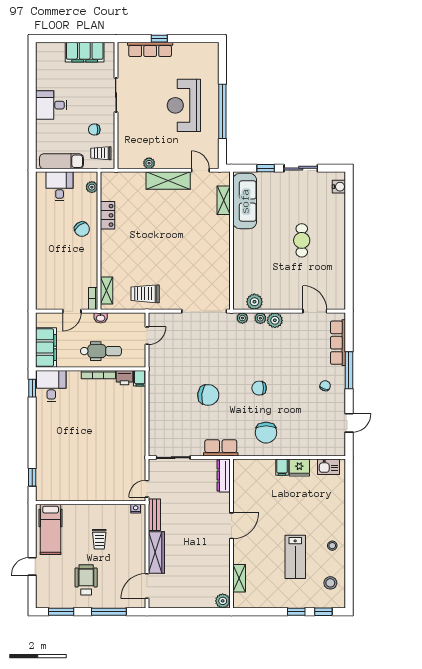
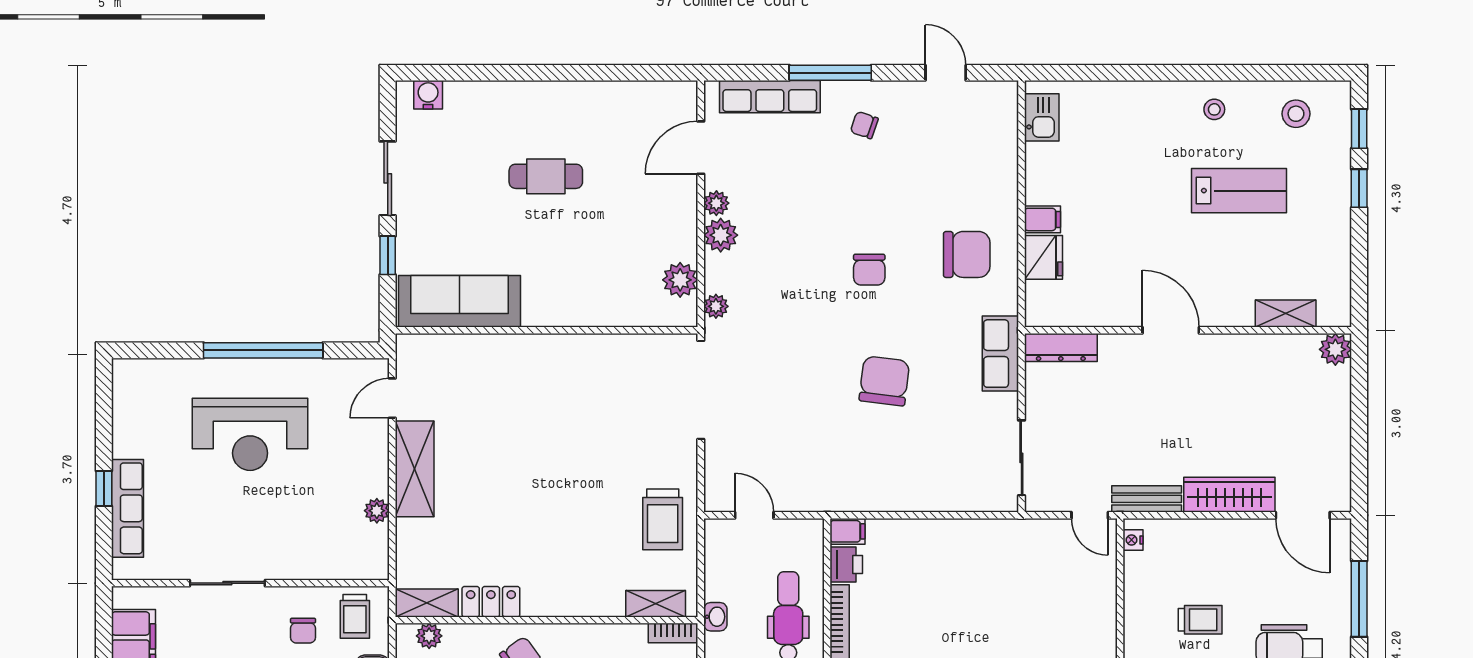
shelving: (224, 200) -> (427, 603), moved
plant: (260, 318) -> (716, 203), moved
fridge: (299, 468) -> (1043, 257), moved

